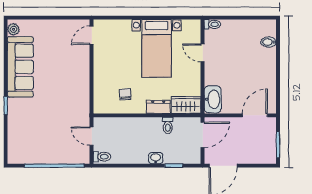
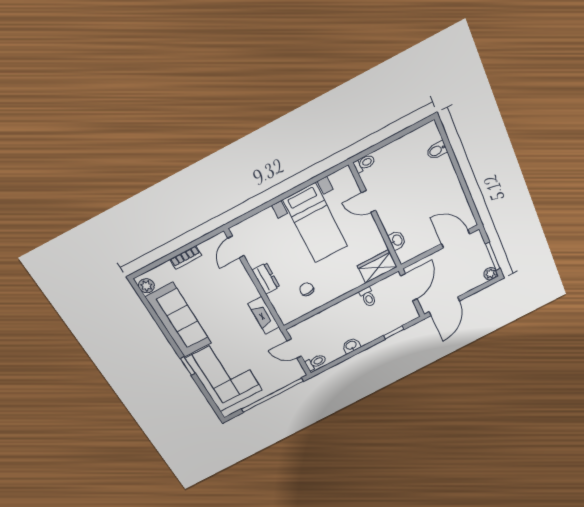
bookcase: (52, 24) -> (186, 257), added
fireplace: (83, 97) -> (264, 315), added
washbasin: (213, 99) -> (397, 240), width x0.52, depth x0.69
dresser: (158, 107) -> (266, 278), moved, turned 90
door: (255, 115) -> (456, 239), hinge flipped
corner sofa: (28, 128) -> (224, 374), added
washbasin: (156, 158) -> (351, 346), moved
plant: (271, 158) -> (490, 274), added

